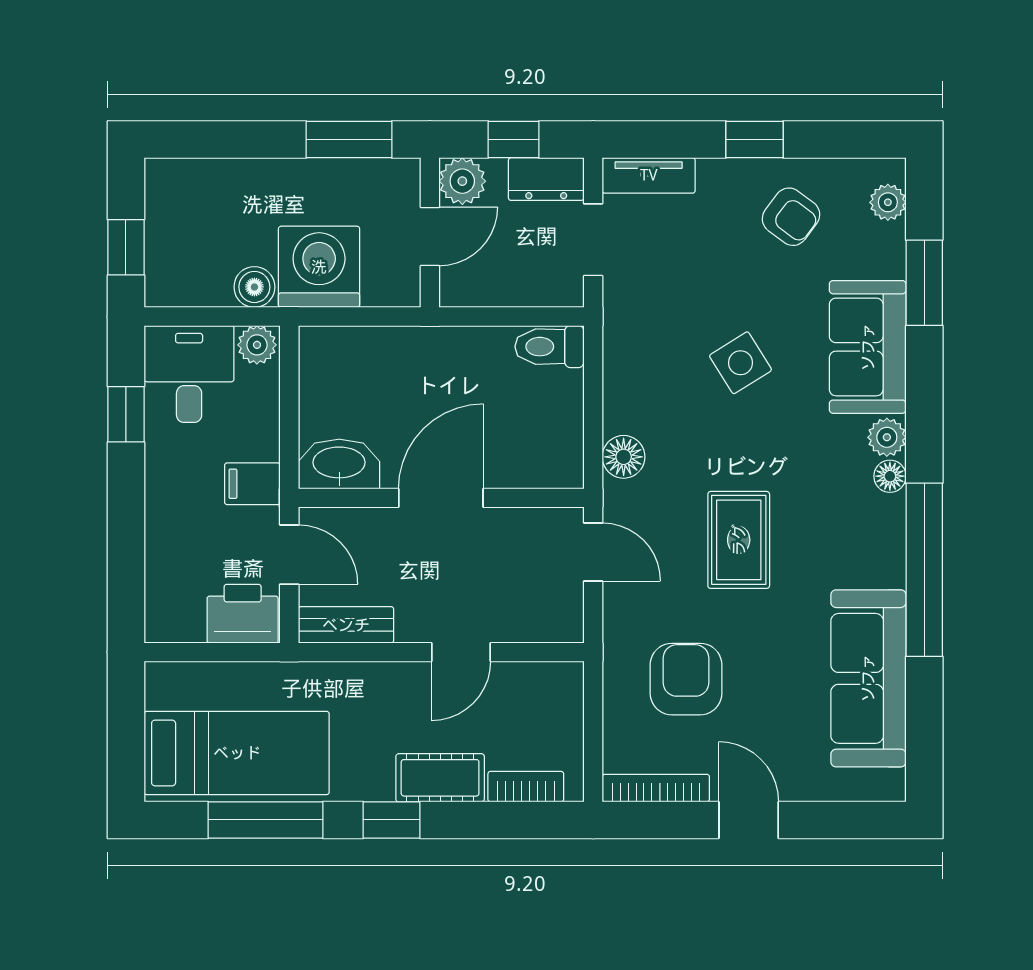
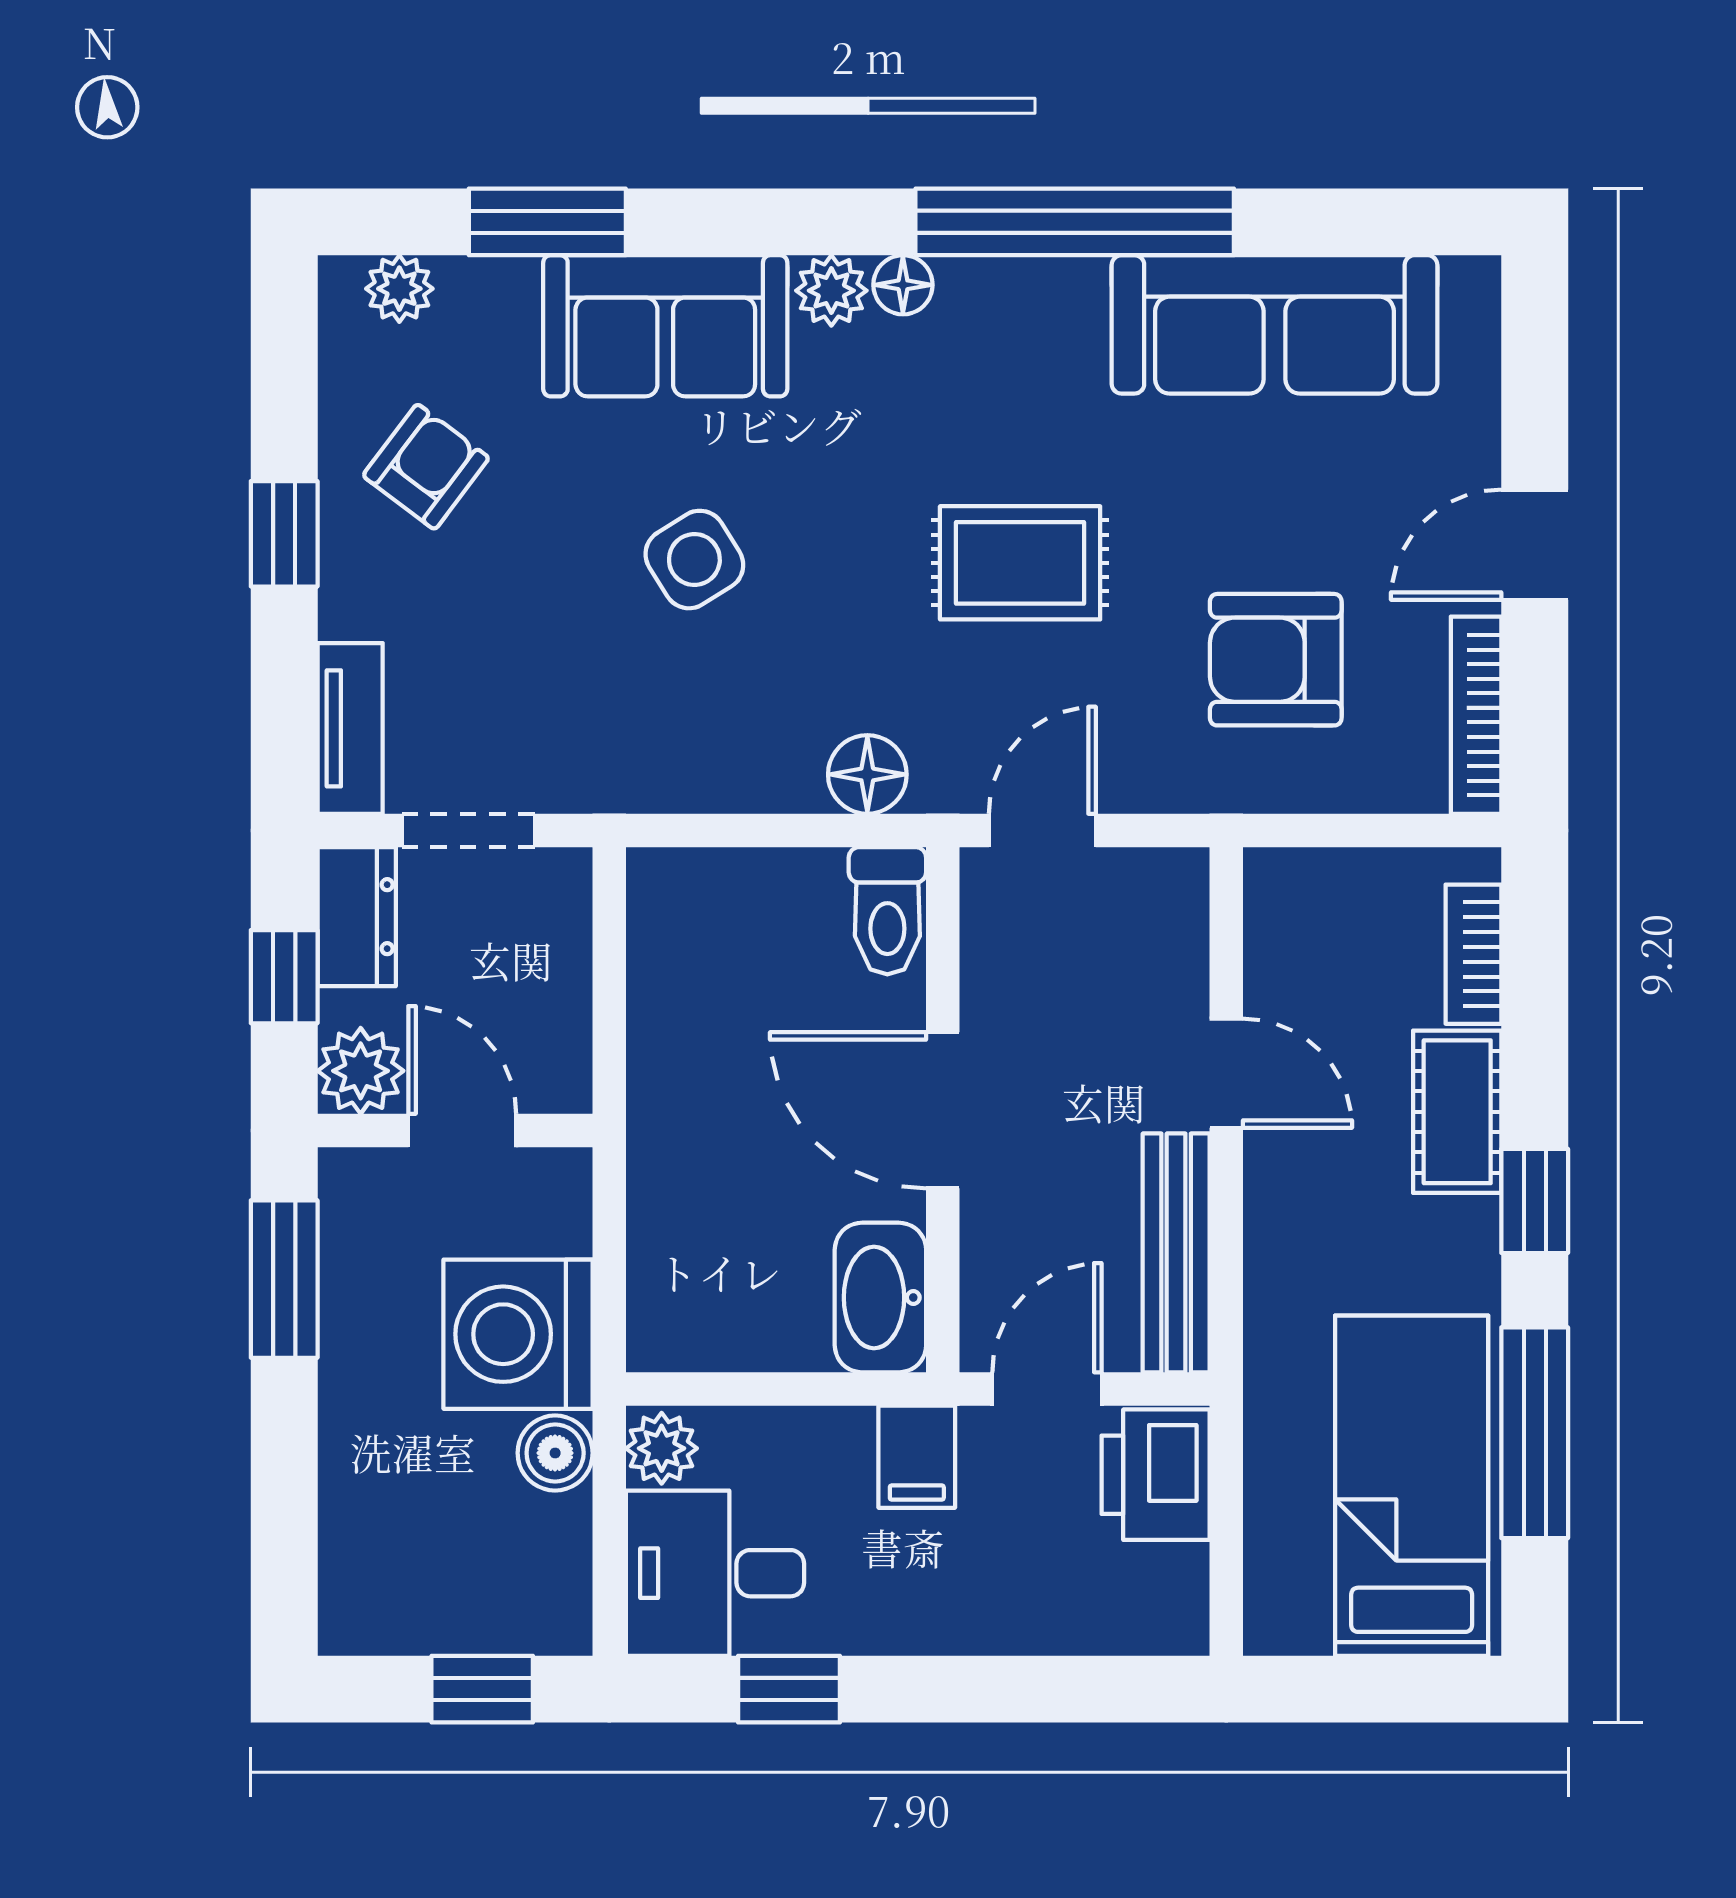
toilet: (549, 347) -> (887, 911), moved
bench: (346, 625) -> (1176, 1253), width x1.36

